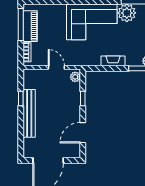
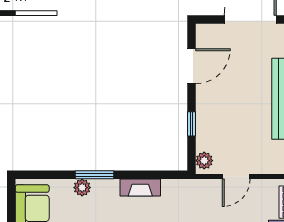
door: (56, 67) -> (236, 176), hinge flipped

